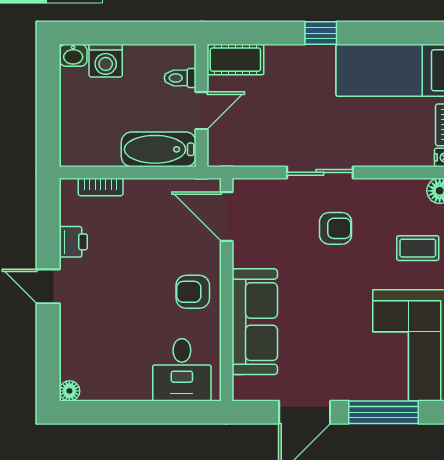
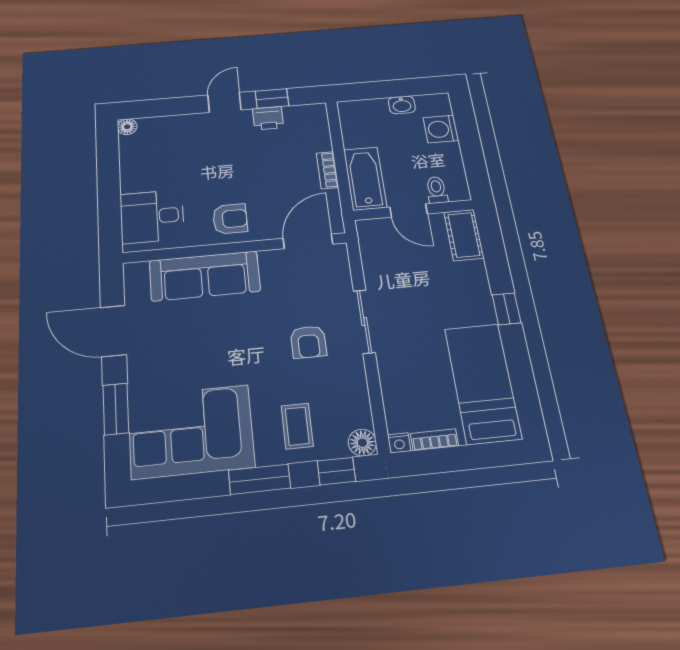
washbasin: (73, 55) -> (402, 105), moved, turned -90
bookcase: (101, 187) -> (327, 170), moved
window: (48, 235) -> (272, 99), added
armchair: (193, 292) -> (230, 219), turned 90
window: (384, 412) -> (116, 409), width x0.69

